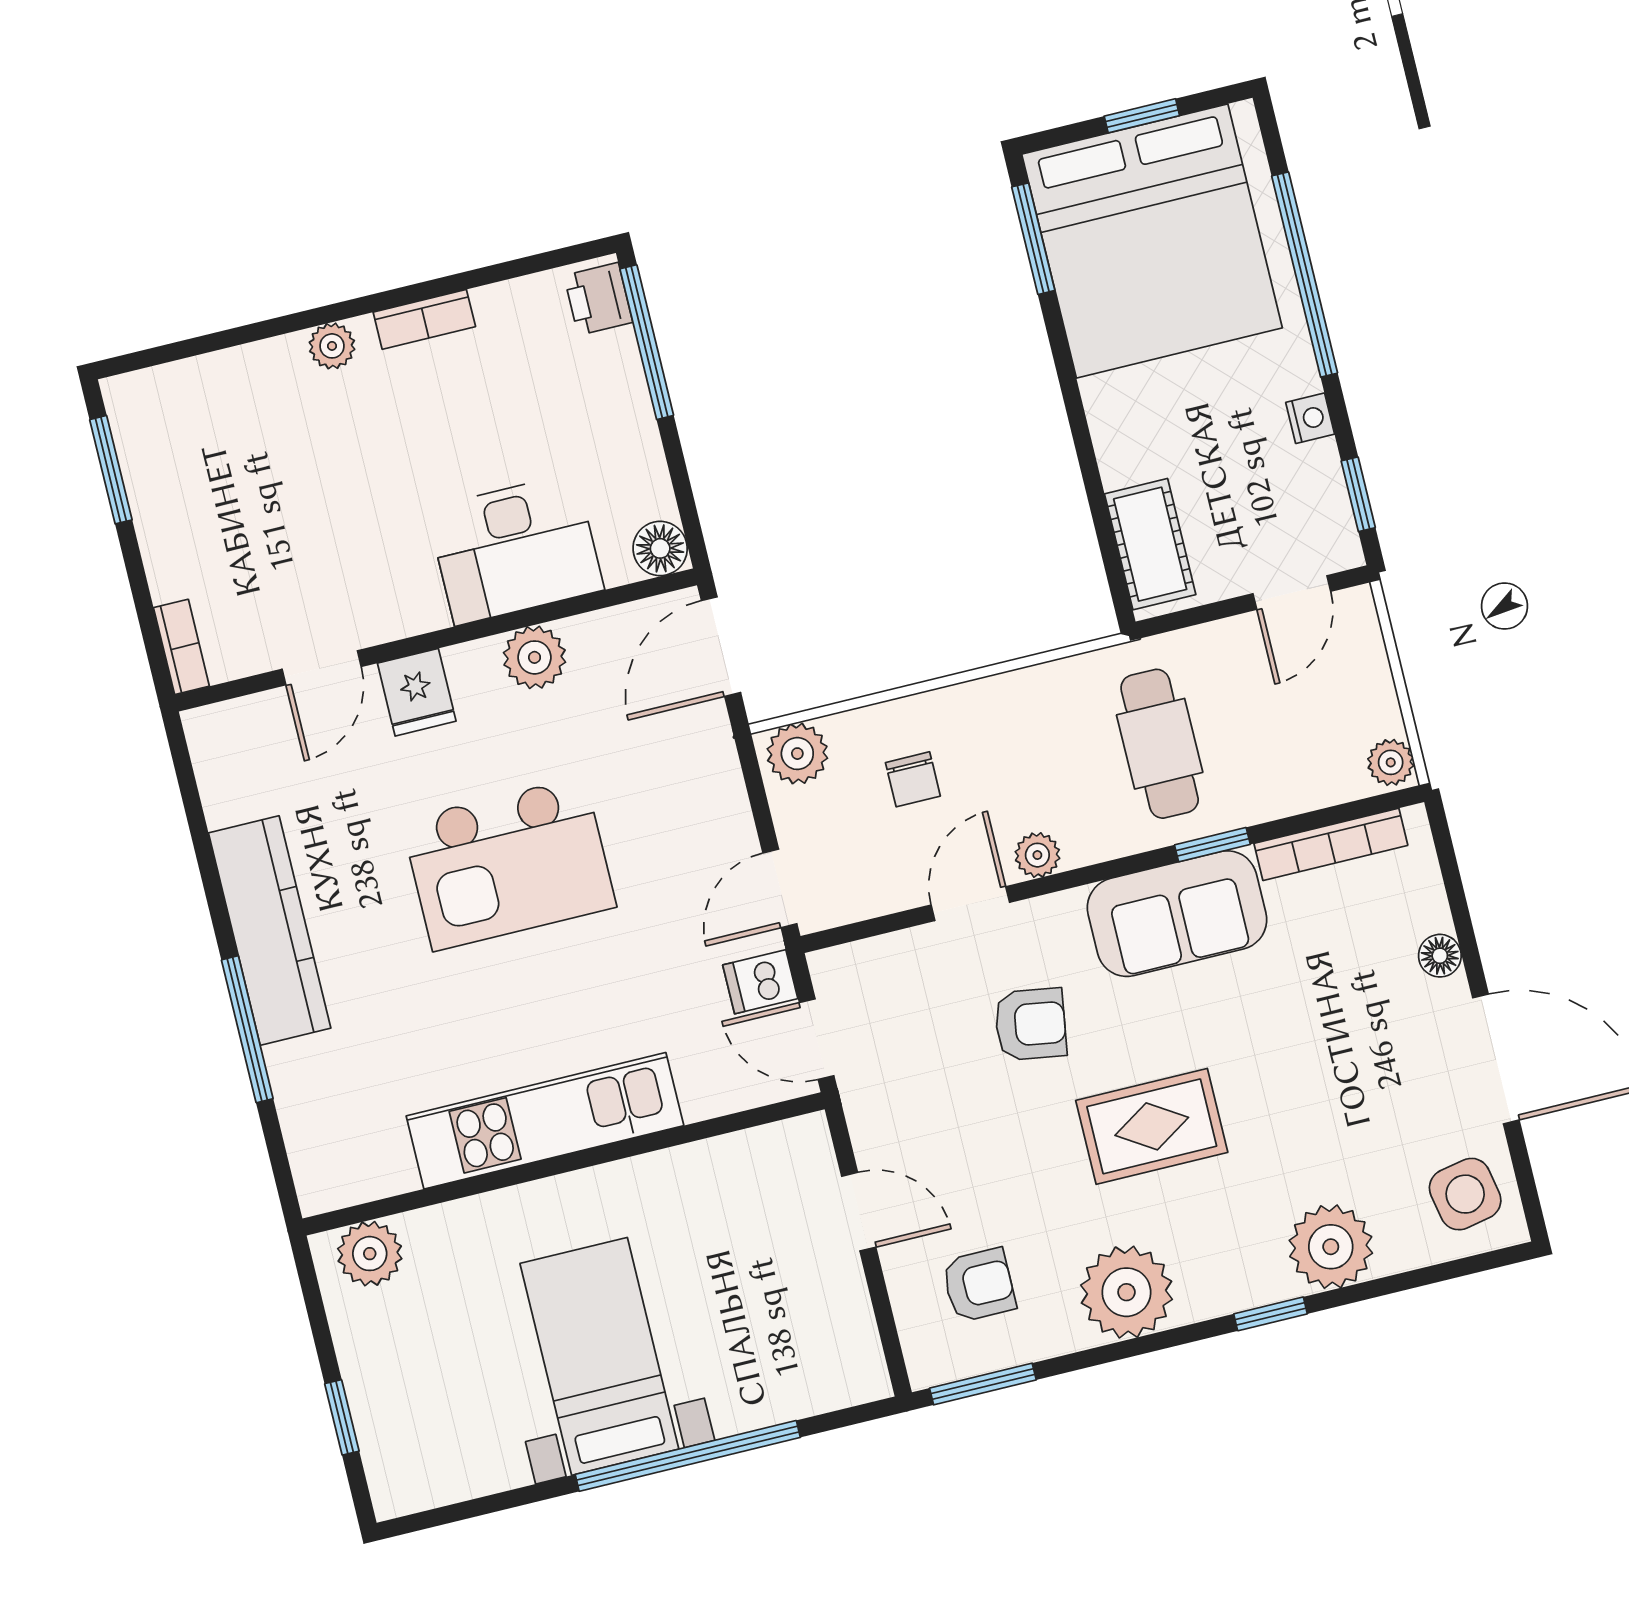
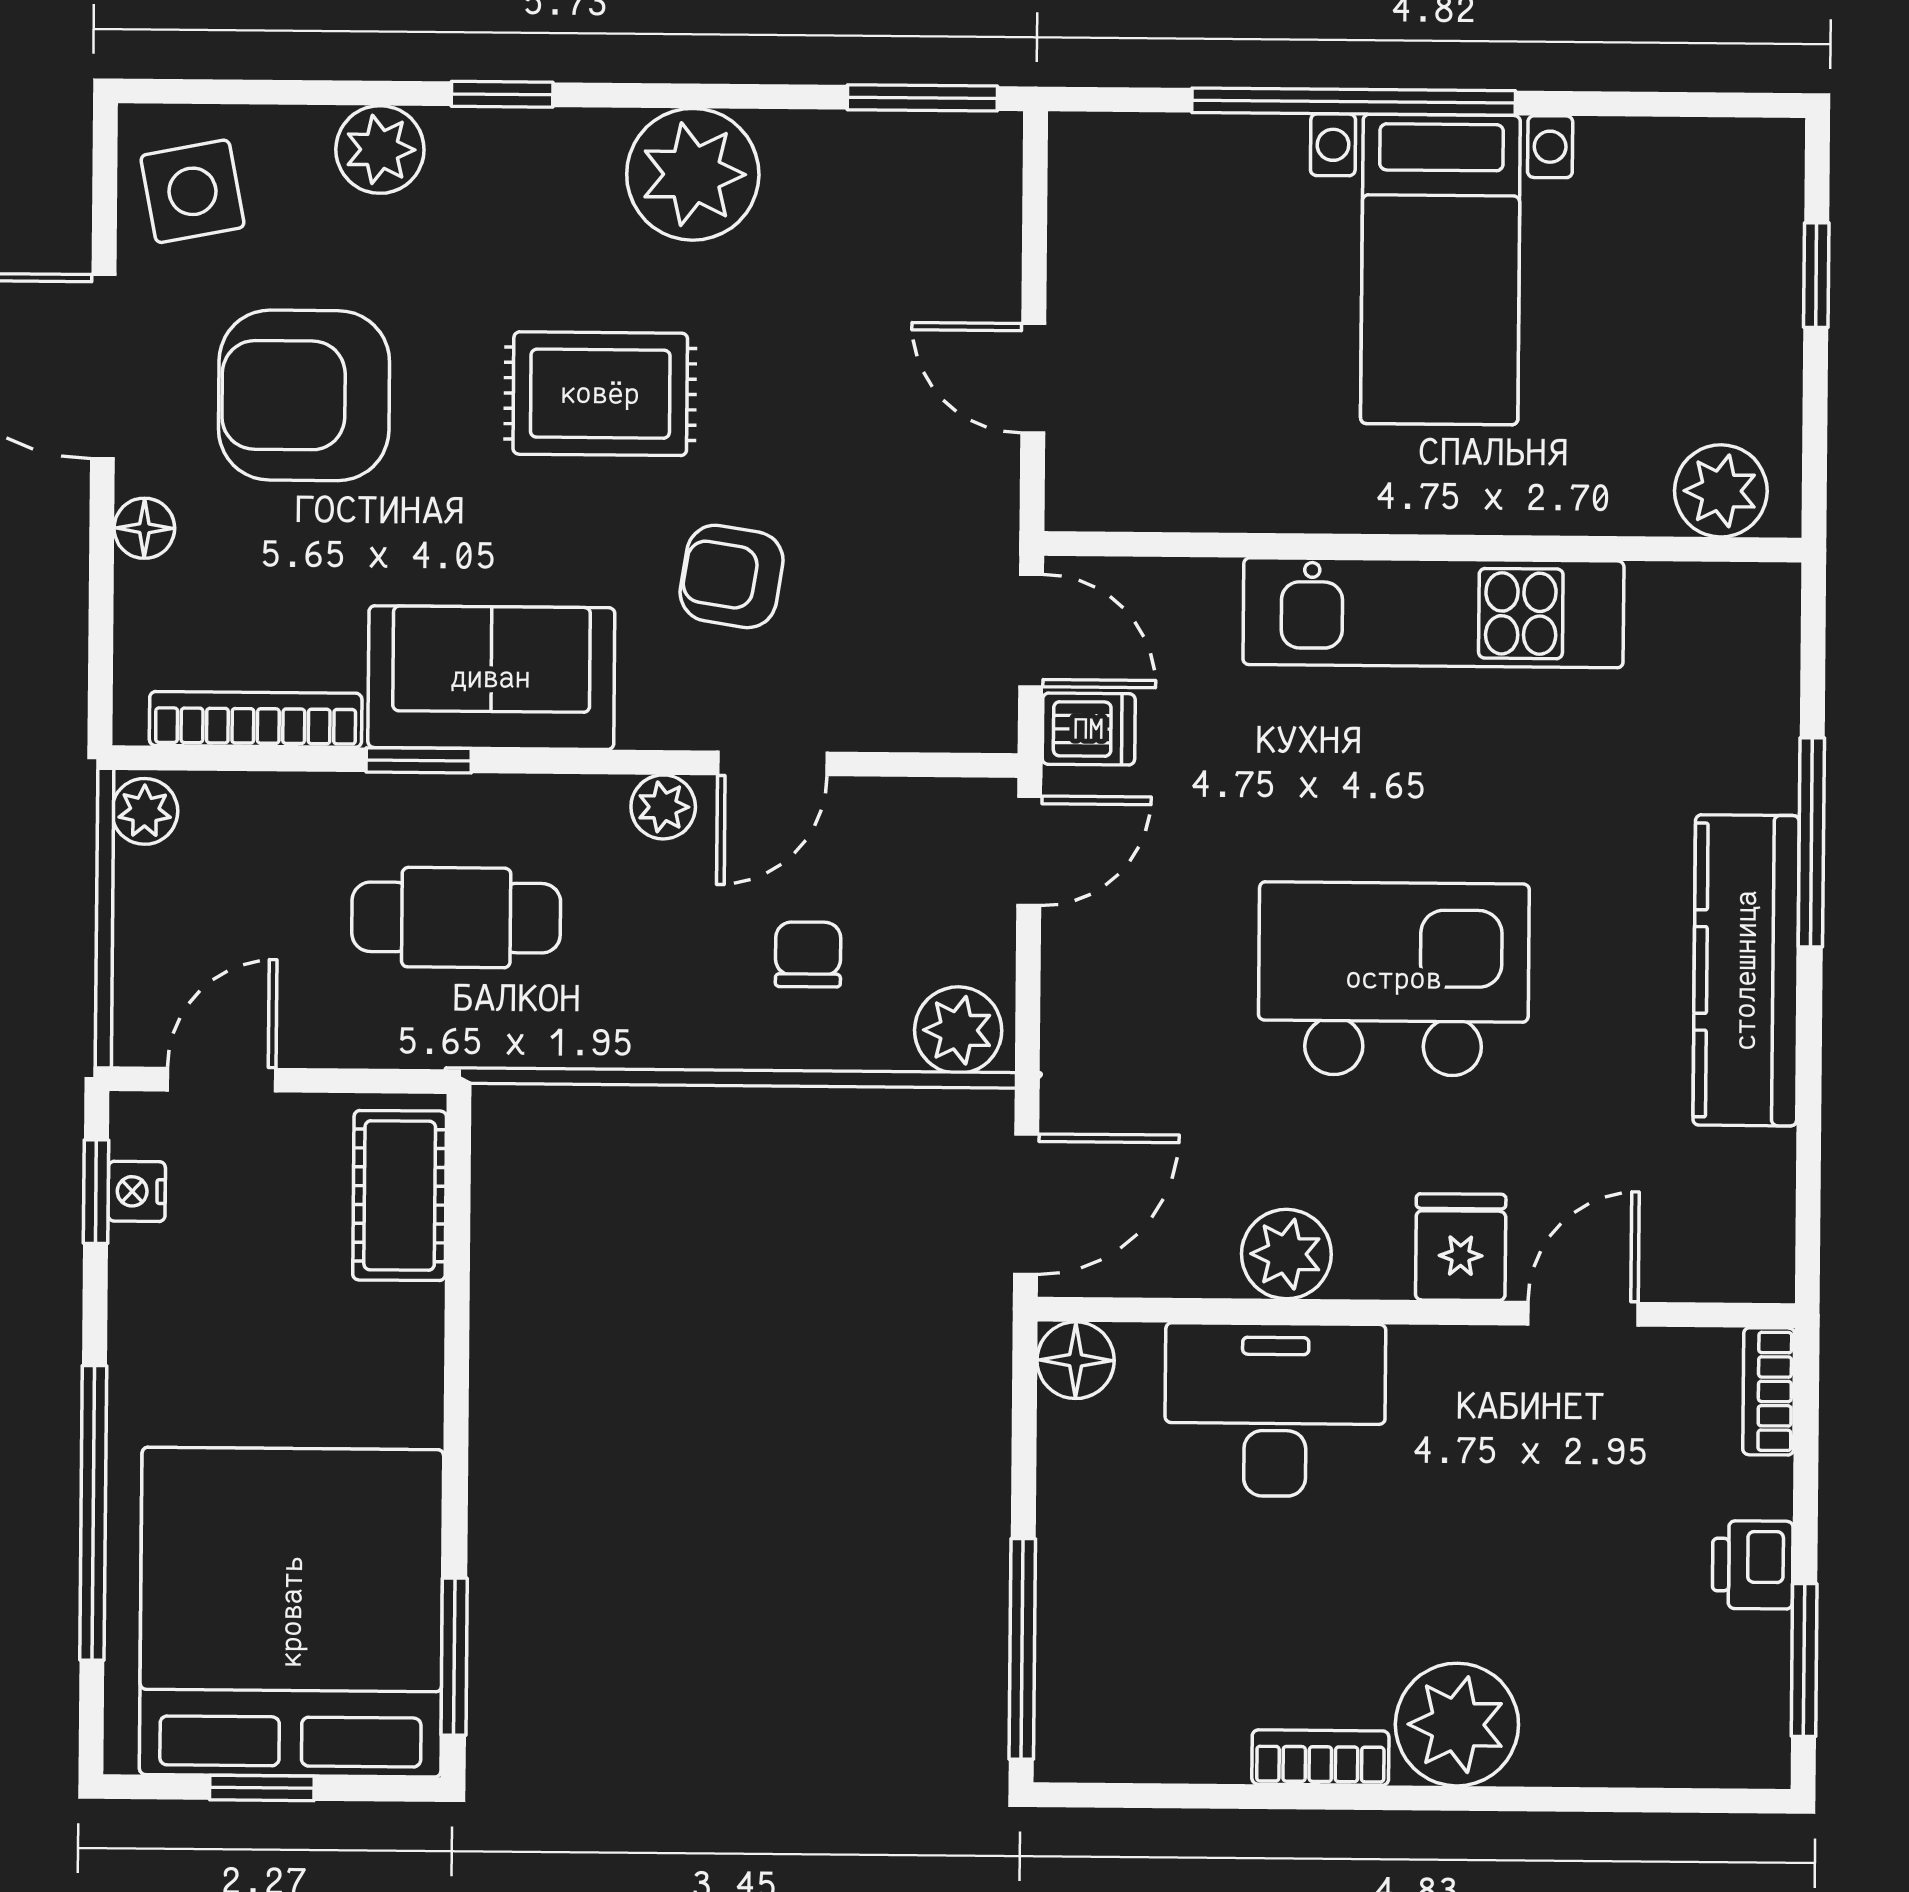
printer: (598, 299) -> (1753, 1565), moved, turned 180
plant: (332, 346) -> (1457, 1725), width x1.87, depth x1.87
nightstand: (1310, 418) -> (137, 1191), moved
cafe table: (1160, 744) -> (456, 918), turned 90
plant: (1331, 1247) -> (380, 150), width x0.73, depth x0.73
armchair: (979, 1285) -> (304, 395), moved, width x1.88, depth x1.88

